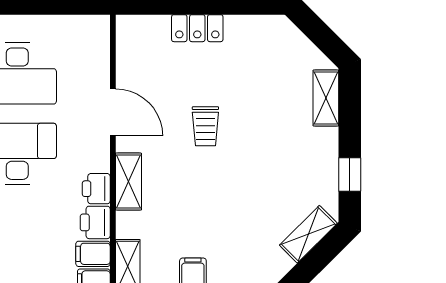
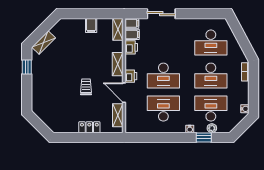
shelving: (326, 98) -> (118, 115), moved
printer: (96, 189) -> (131, 76), moved

